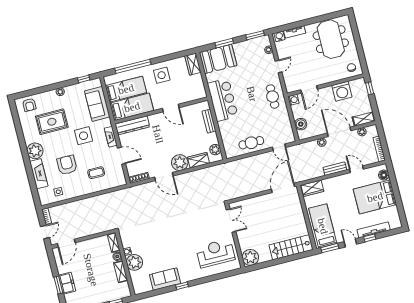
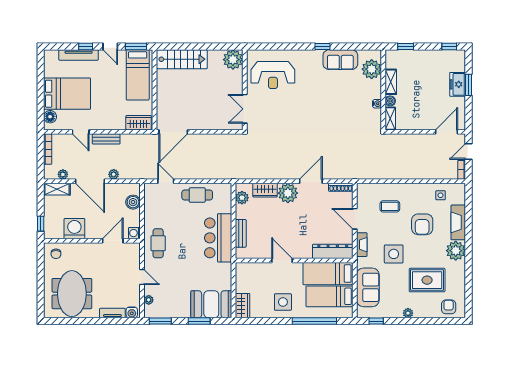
door: (278, 67) -> (142, 277), swing flipped
bar counter: (223, 100) -> (218, 238), moved
door: (164, 177) -> (311, 181), hinge flipped
plant: (134, 262) -> (372, 69), moved

